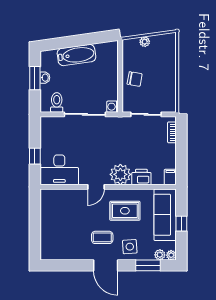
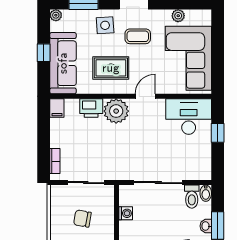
chair: (135, 79) -> (82, 218), moved
bidet: (45, 105) -> (206, 193), added
washing machine: (112, 107) -> (126, 213), moved
corner sofa: (60, 219) -> (188, 58), added
plant: (160, 255) -> (178, 16), moved

